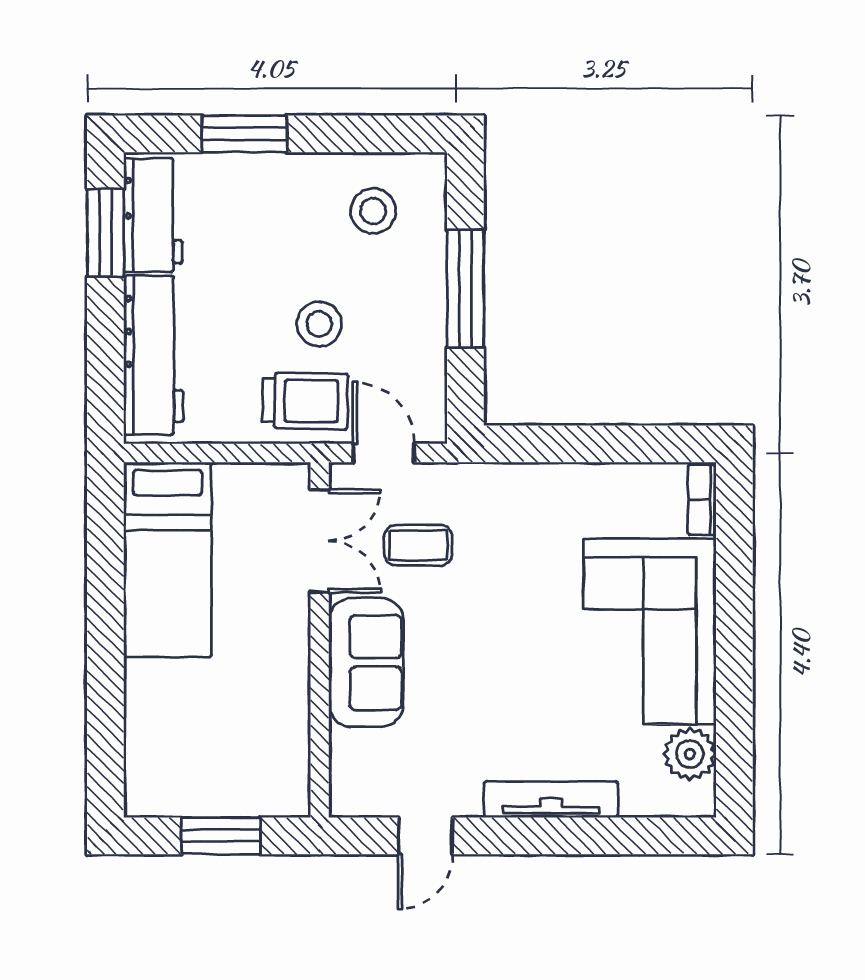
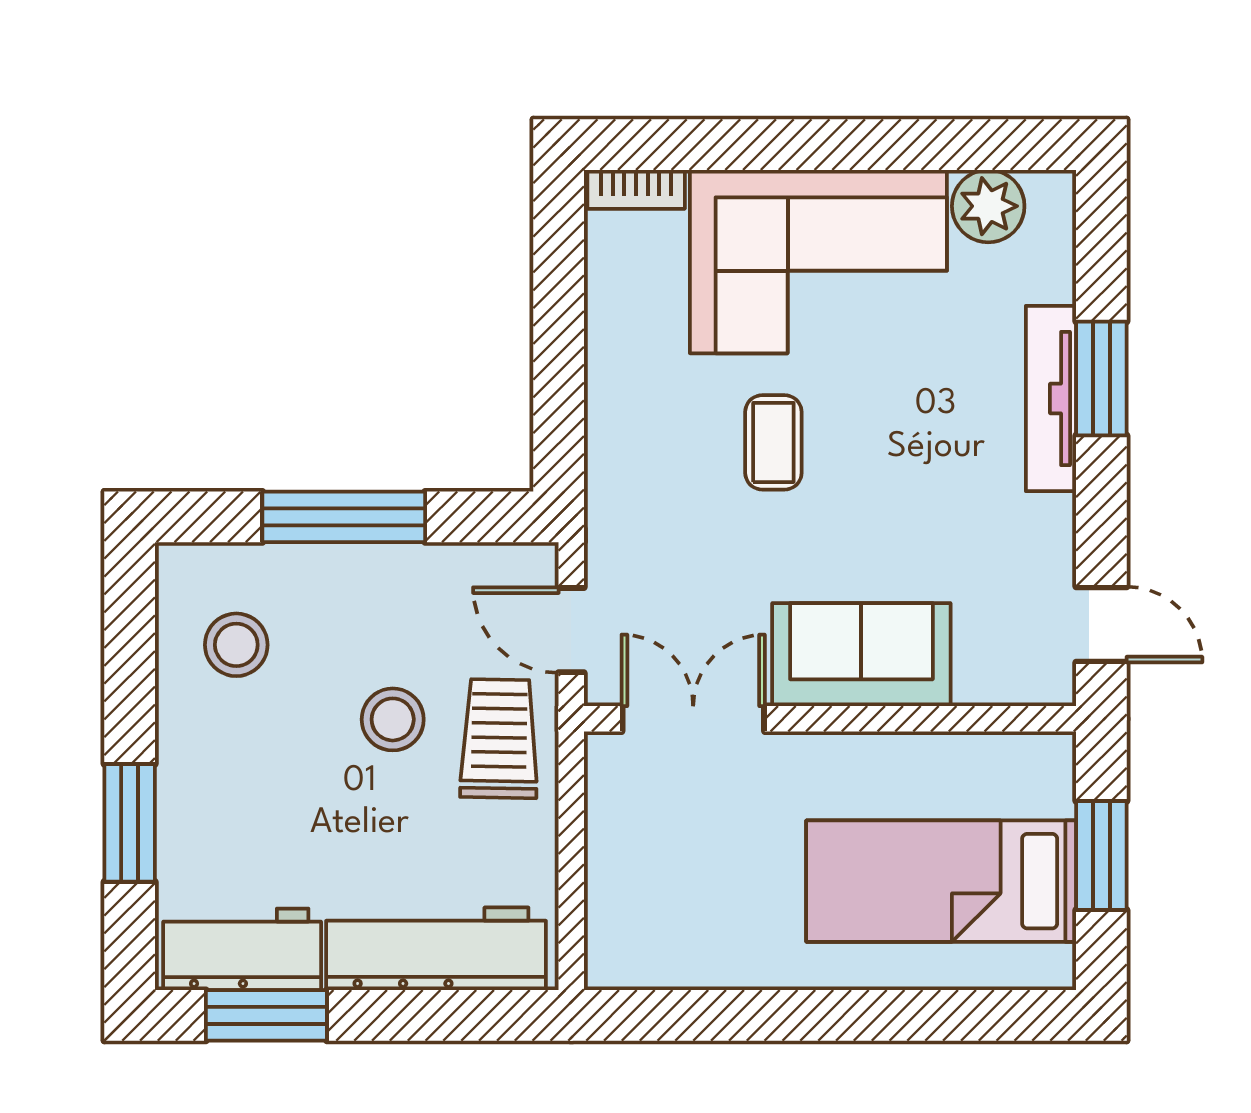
door: (384, 453) -> (571, 630), hinge flipped
coffee table: (418, 545) -> (773, 442), moved
bed: (168, 560) -> (941, 881), moved, turned 180
door: (425, 836) -> (1101, 625), moved
window: (565, 836) -> (1101, 379), added

